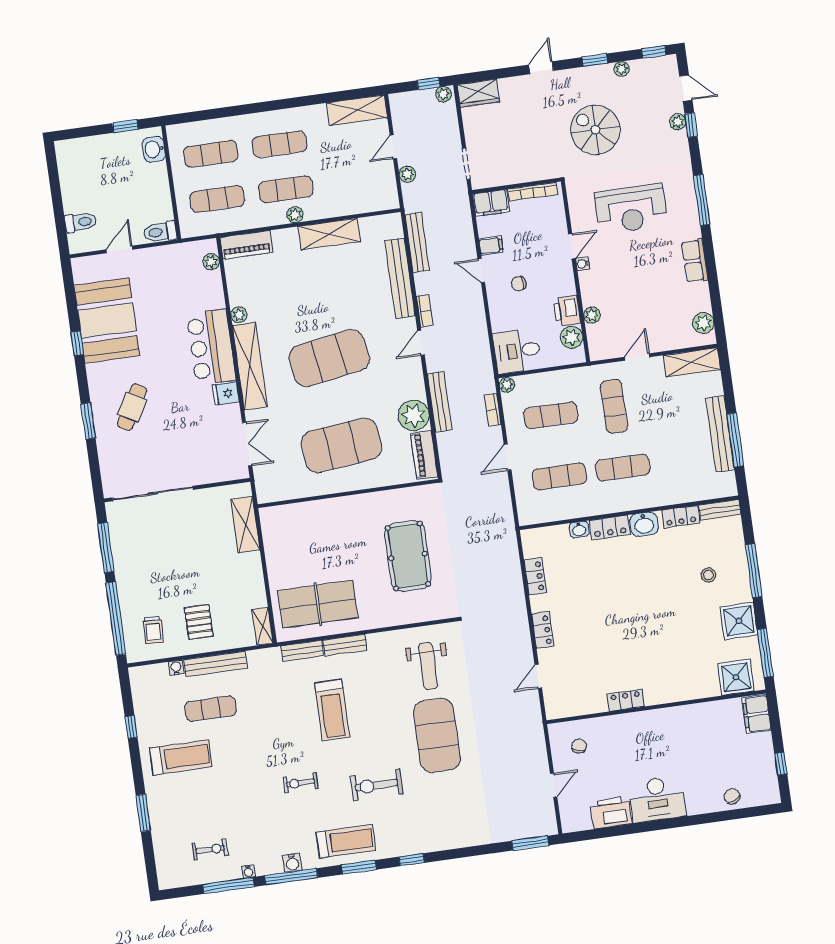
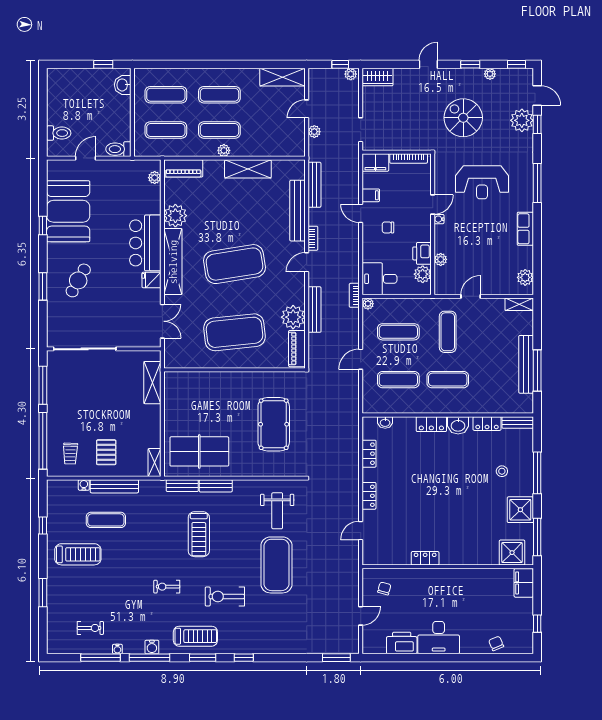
plant: (678, 122) -> (522, 120), width x1.88, depth x1.88
plant: (239, 315) -> (175, 216), width x1.88, depth x1.88
shelving: (692, 362) -> (519, 304), width x0.67, depth x0.75
bookcase: (493, 409) -> (354, 295), moved
washbasin: (579, 530) -> (385, 422), moved

